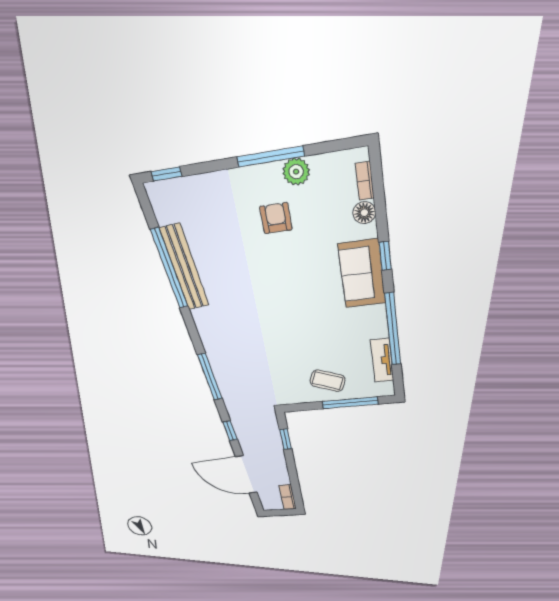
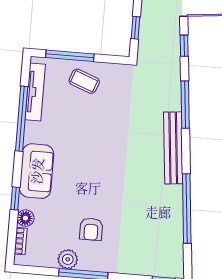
window: (385, 256) -> (15, 198), moved
bench: (184, 267) -> (173, 148), moved
tv unit: (382, 360) -> (35, 92), width x1.41

